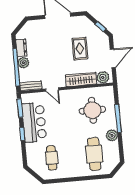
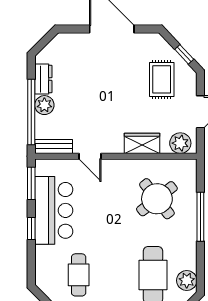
rug: (80, 49) -> (162, 79), moved
wardrobe: (81, 79) -> (142, 143), width x0.67
round table: (92, 110) -> (157, 199), turned -38
plant: (112, 135) -> (187, 280), moved

